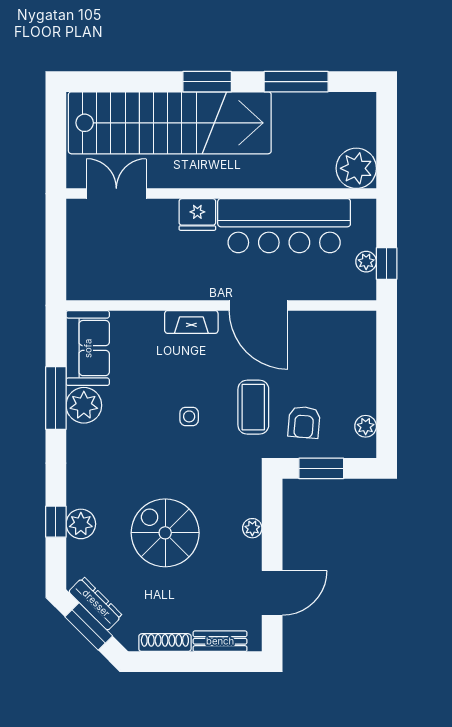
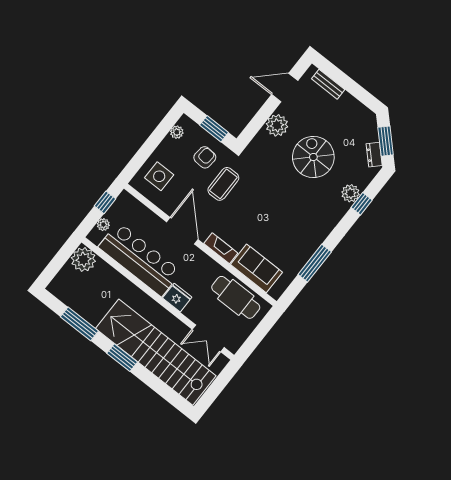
plant: (366, 262) -> (103, 225), moved
cafe table: (123, 274) -> (236, 297), added
sofa: (88, 348) -> (256, 268), moved, turned 90
plant: (84, 405) -> (304, 249), removed
side table: (189, 416) -> (159, 176), moved, width x1.87, depth x1.87
plant: (252, 528) -> (277, 125), width x1.88, depth x1.88
spiral stairs: (165, 533) -> (313, 157), turned 180
dresser: (96, 603) -> (374, 155), width x0.70
shoe rack: (165, 643) -> (355, 104), removed

